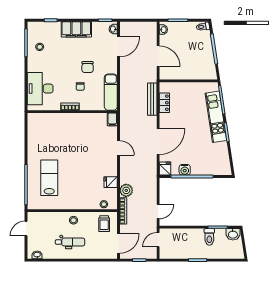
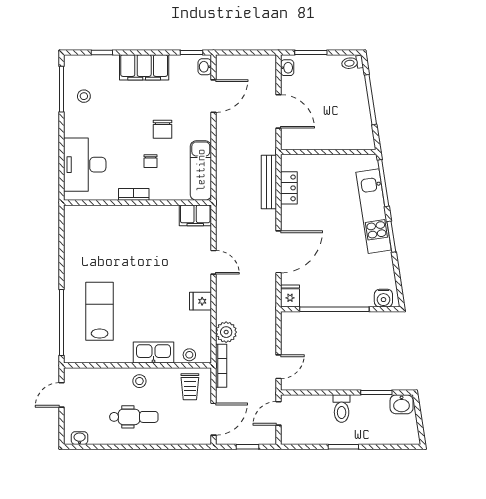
filing cabinet: (112, 119) -> (195, 215), width x2.00
water cooler: (185, 170) -> (383, 298), moved
fridge: (111, 182) -> (201, 301), moved
kitchen sink: (82, 203) -> (153, 353), added
toilet: (209, 237) -> (342, 409), moved

